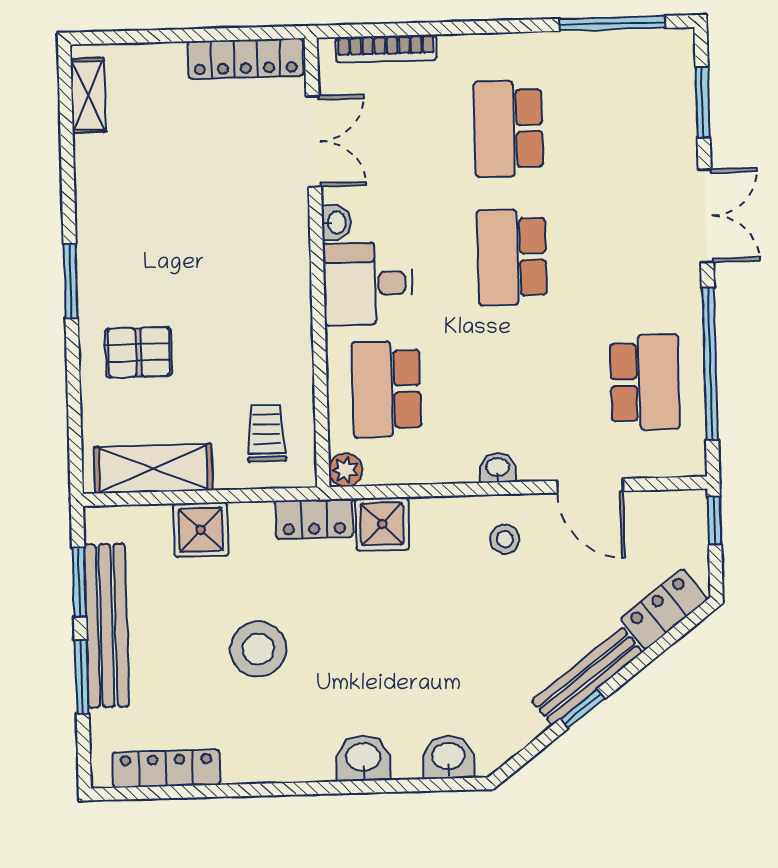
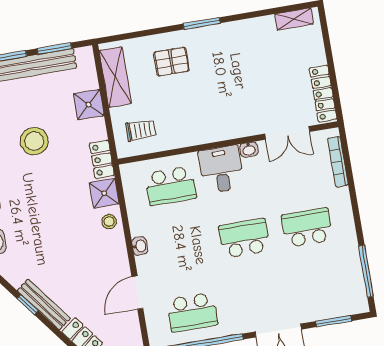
pallet: (139, 352) -> (171, 62), turned 90
school desk: (386, 389) -> (171, 186), turned 180
plant: (346, 470) -> (128, 171), removed
stool: (505, 539) -> (109, 222), moved

